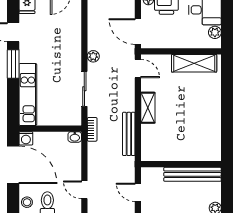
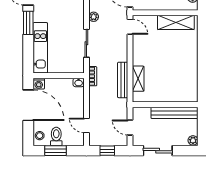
shelving: (148, 108) -> (138, 79), moved

